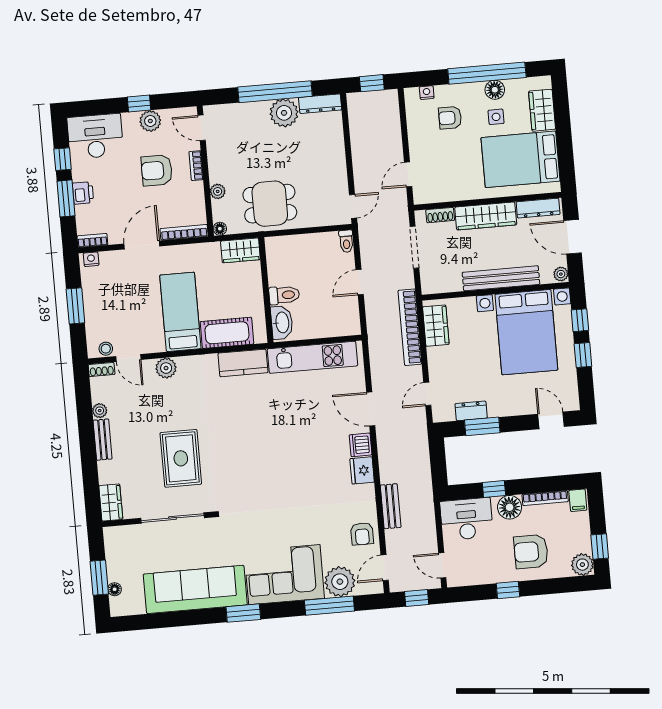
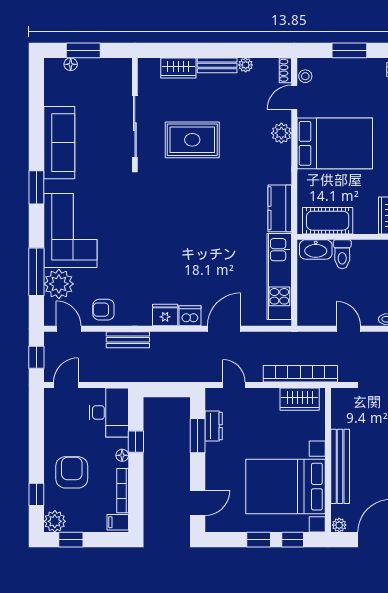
bed: (180, 312) -> (335, 143), width x1.50
cot: (227, 333) -> (328, 221), moved, turned 90
wardrobe: (111, 503) -> (178, 68), moved
floor lamp: (510, 507) -> (122, 455), width x0.53, depth x0.53
sofa: (195, 589) -> (59, 143), width x0.74, depth x0.79
window: (508, 590) -> (36, 494), moved

